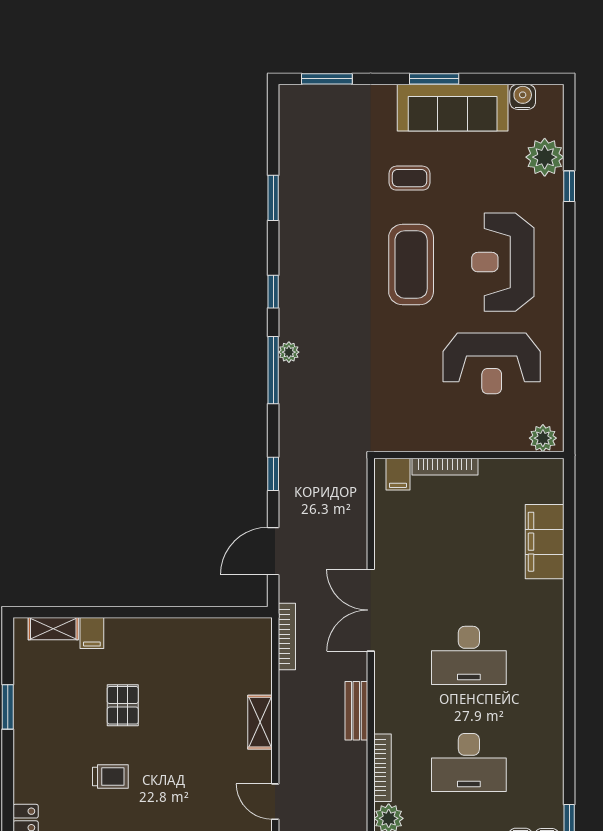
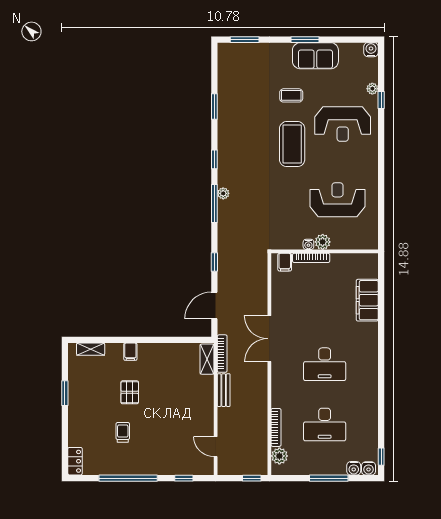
water cooler: (523, 97) -> (371, 50), moved
sofa: (453, 108) -> (315, 56), width x0.73
plant: (545, 157) -> (372, 89), width x0.53, depth x0.53
reception desk: (503, 262) -> (343, 124), moved, turned -90
reception desk: (492, 363) -> (337, 200), turned 180
plant: (543, 438) -> (323, 242), moved
water cooler: (440, 443) -> (308, 244), added
filing cabinet: (92, 633) -> (130, 352), moved
bench: (356, 711) -> (224, 390), moved
shelving: (260, 722) -> (207, 359), moved
trolley: (110, 777) -> (123, 432), turned -90

